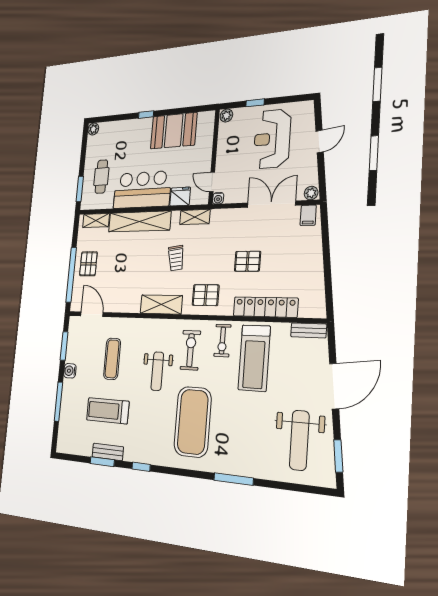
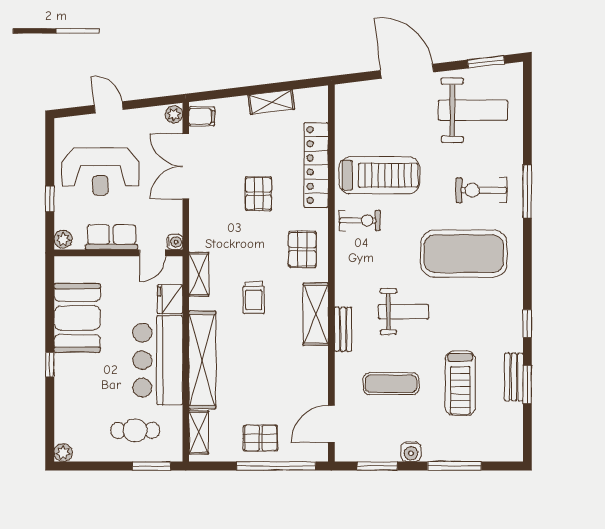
row of seats: (225, 151) -> (111, 237), added
trolley: (176, 258) -> (254, 298), turned 98
shelving: (316, 271) -> (271, 102), added
bench: (309, 330) -> (343, 329), moved
exercise bike: (190, 350) -> (481, 190), moved

